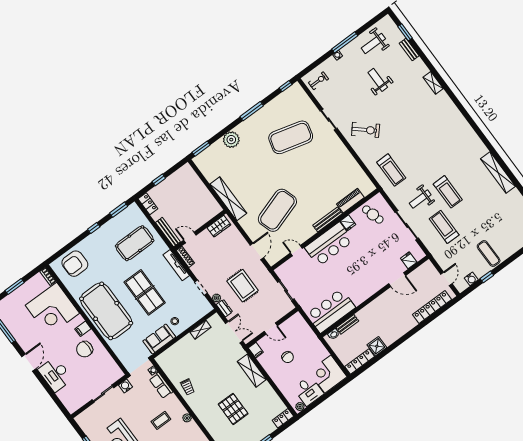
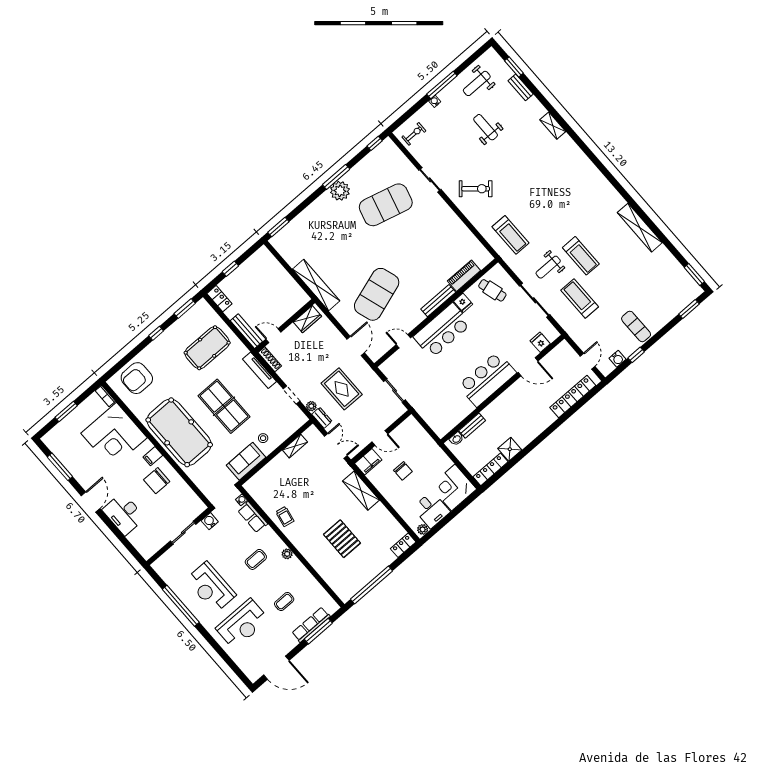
plant: (231, 140) -> (340, 191), moved
bar counter: (331, 311) -> (487, 379), moved
filing cabinet: (256, 350) -> (368, 462), width x2.00

